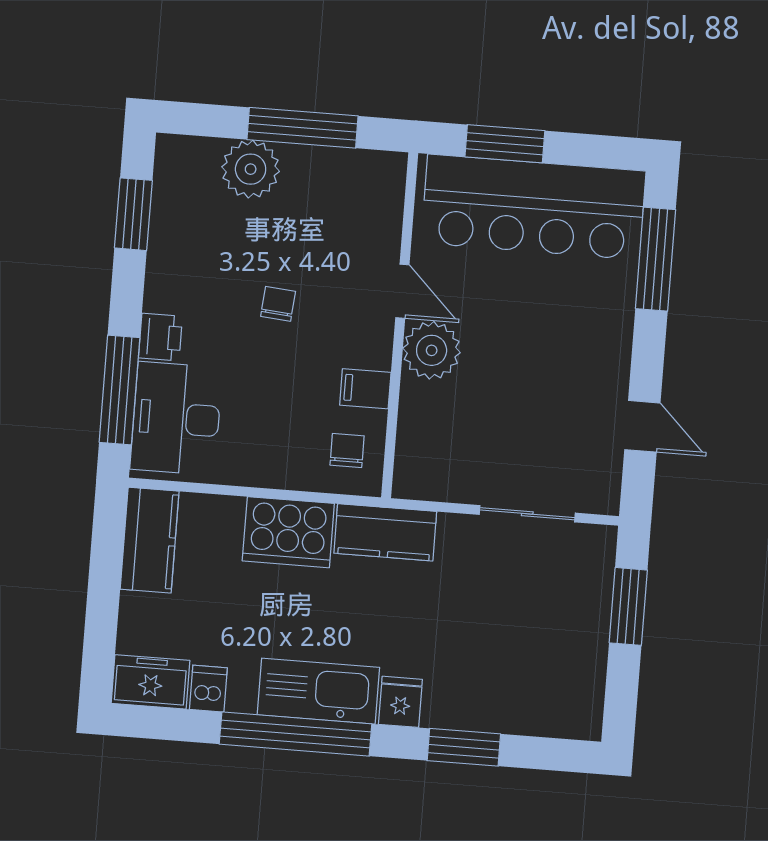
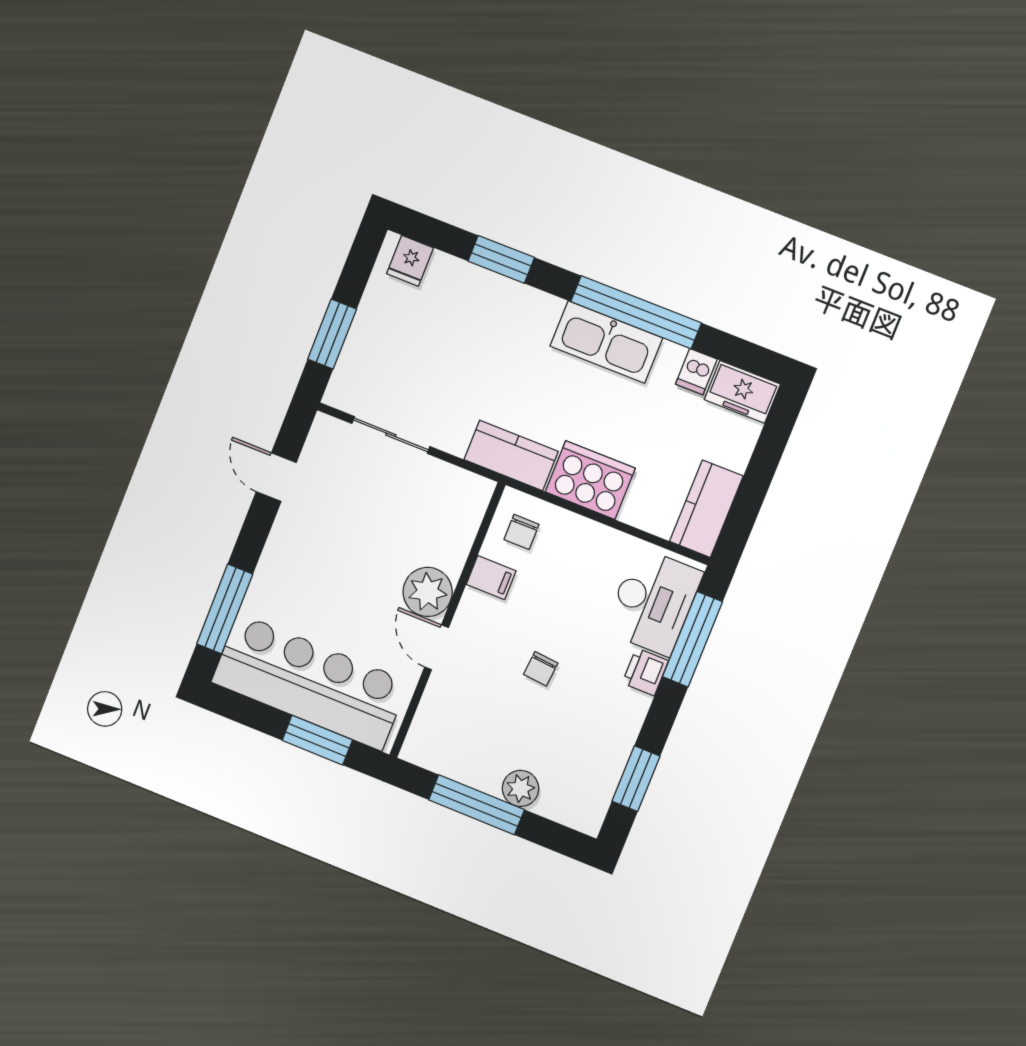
plant: (251, 169) -> (520, 788), width x0.73, depth x0.73
fridge: (400, 702) -> (410, 261), moved

